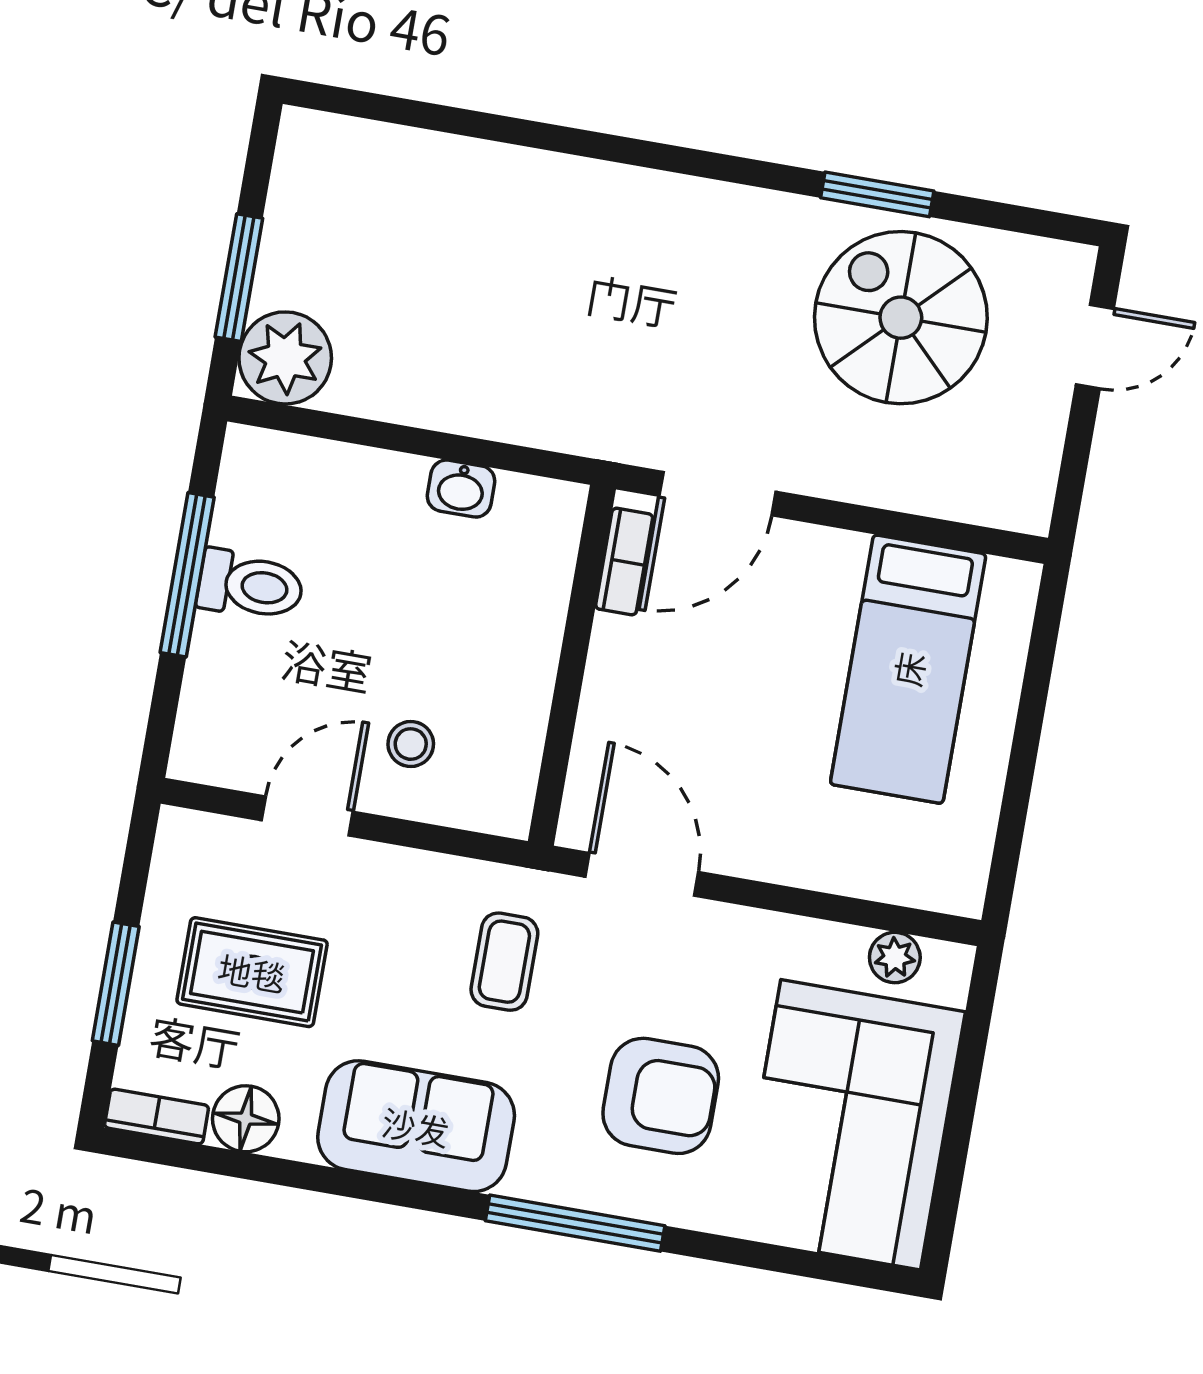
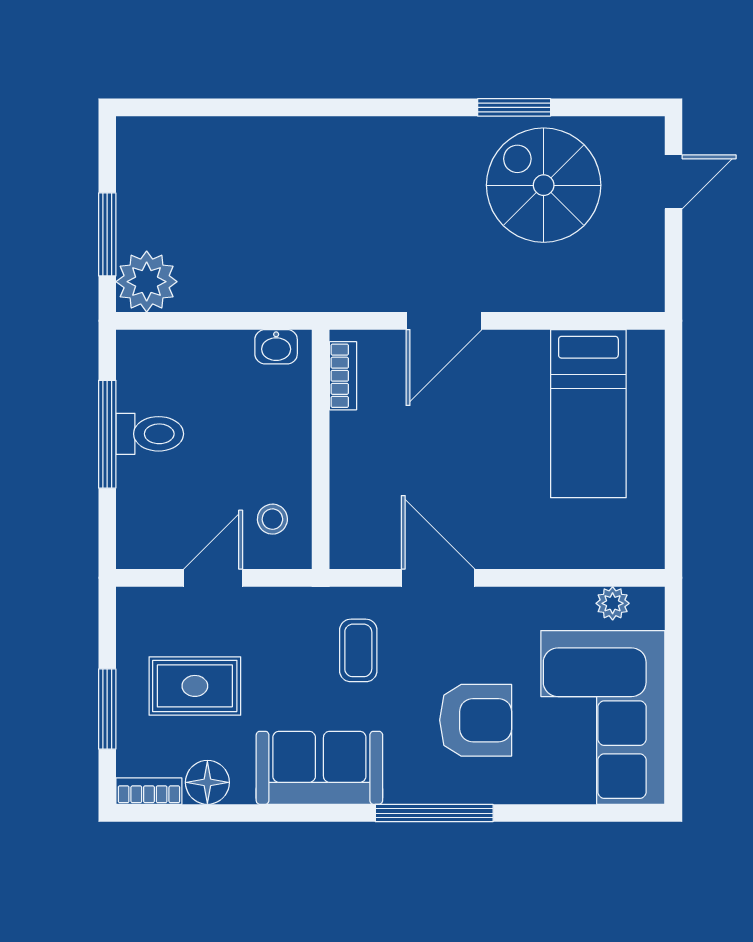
bookcase: (624, 562) -> (343, 376), moved
wall: (572, 665) -> (321, 449), moved

